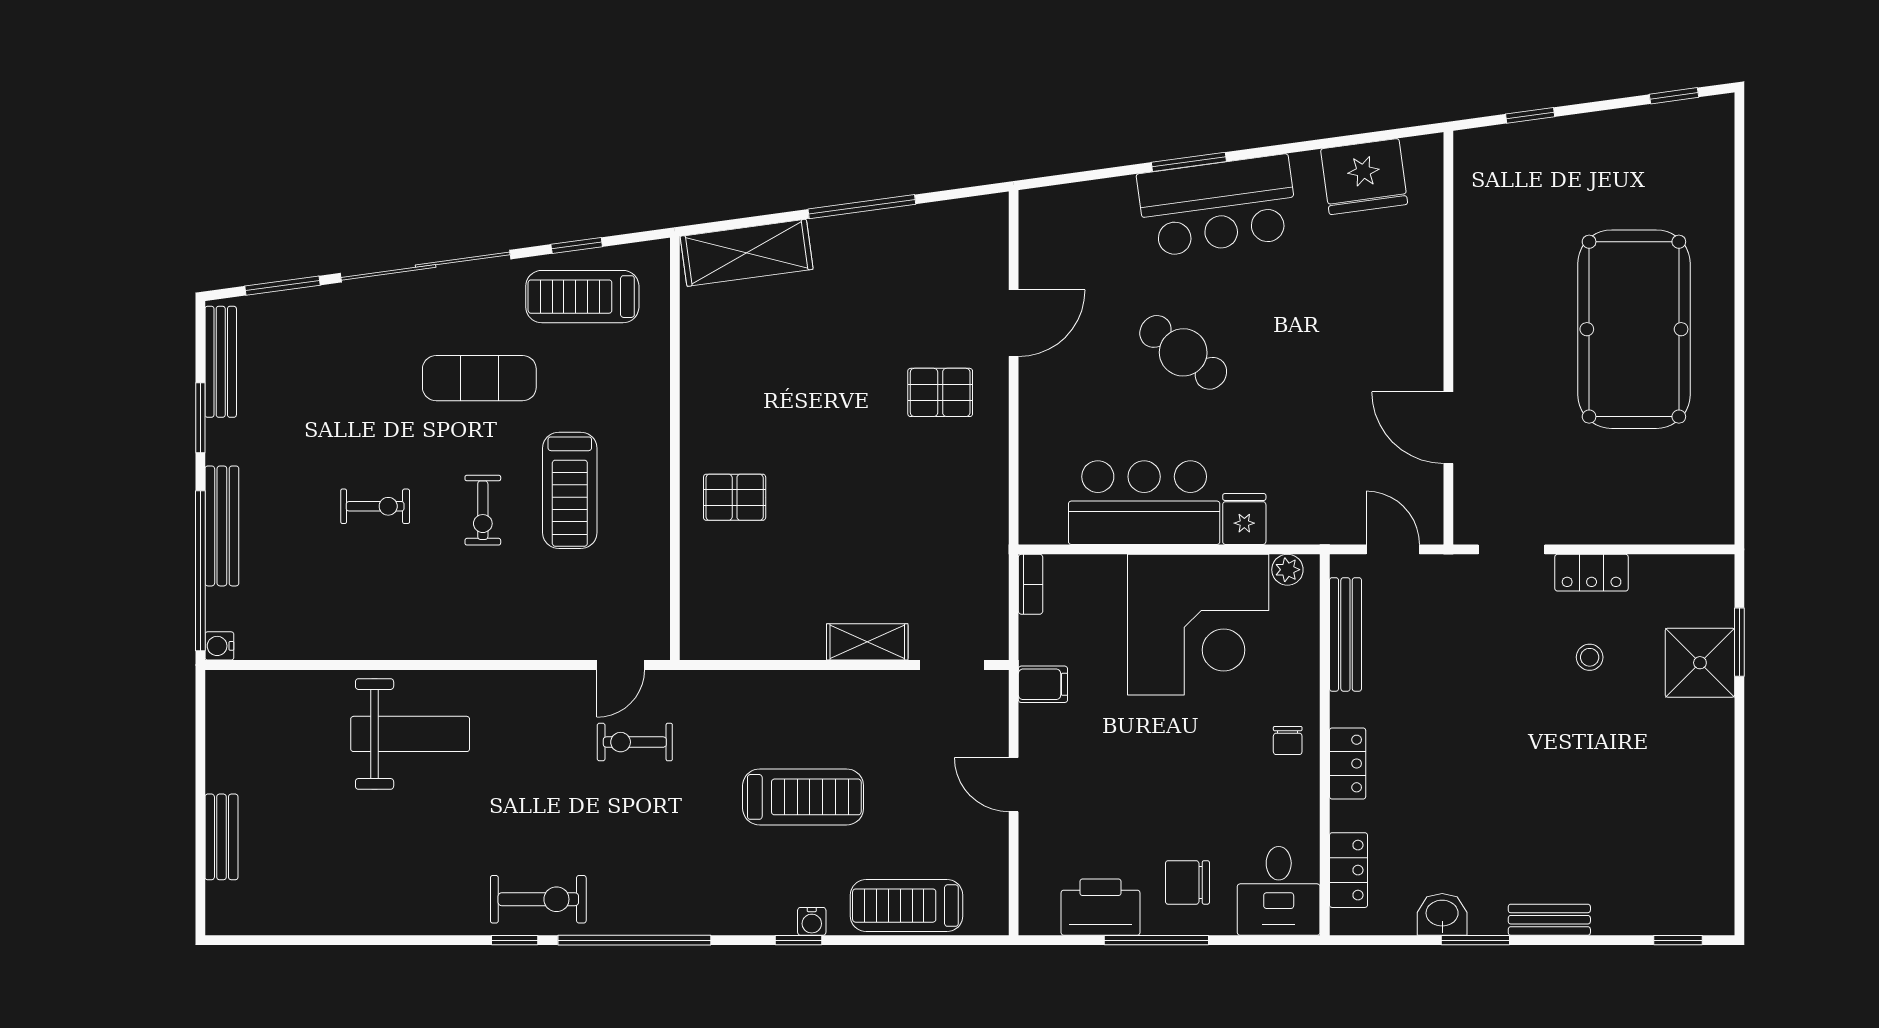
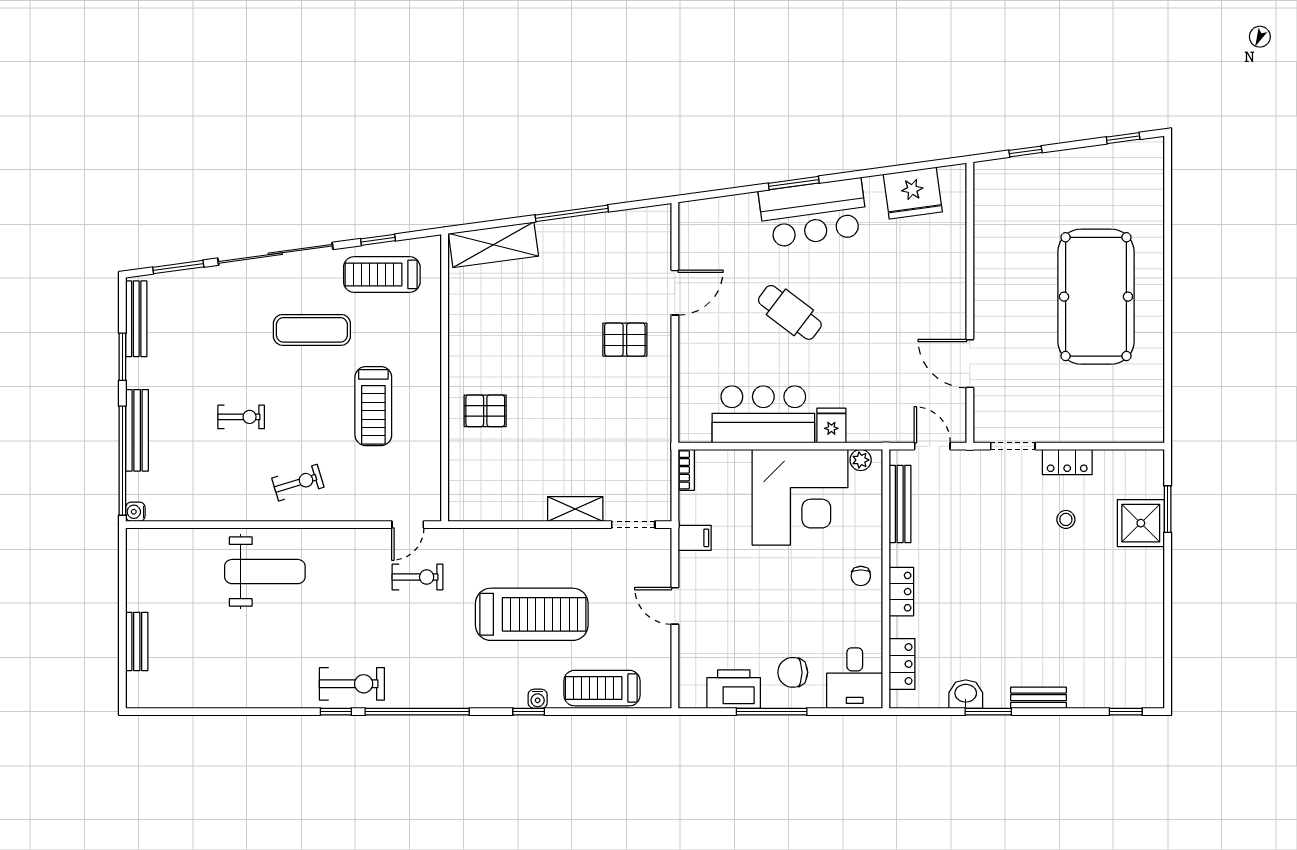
exercise bike: (483, 510) -> (298, 483), moved, turned -107
exercise bike: (635, 742) -> (417, 577), turned 180
treadmill: (803, 797) -> (532, 614), width x1.37, depth x1.38

